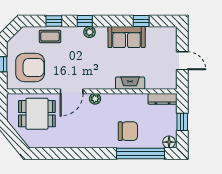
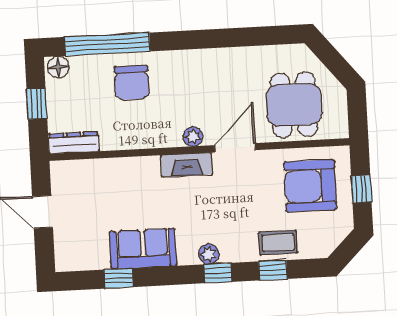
fireplace: (130, 83) -> (187, 165), moved
dining table: (37, 114) -> (294, 105), turned 90
chair: (128, 131) -> (132, 83), turned -90

